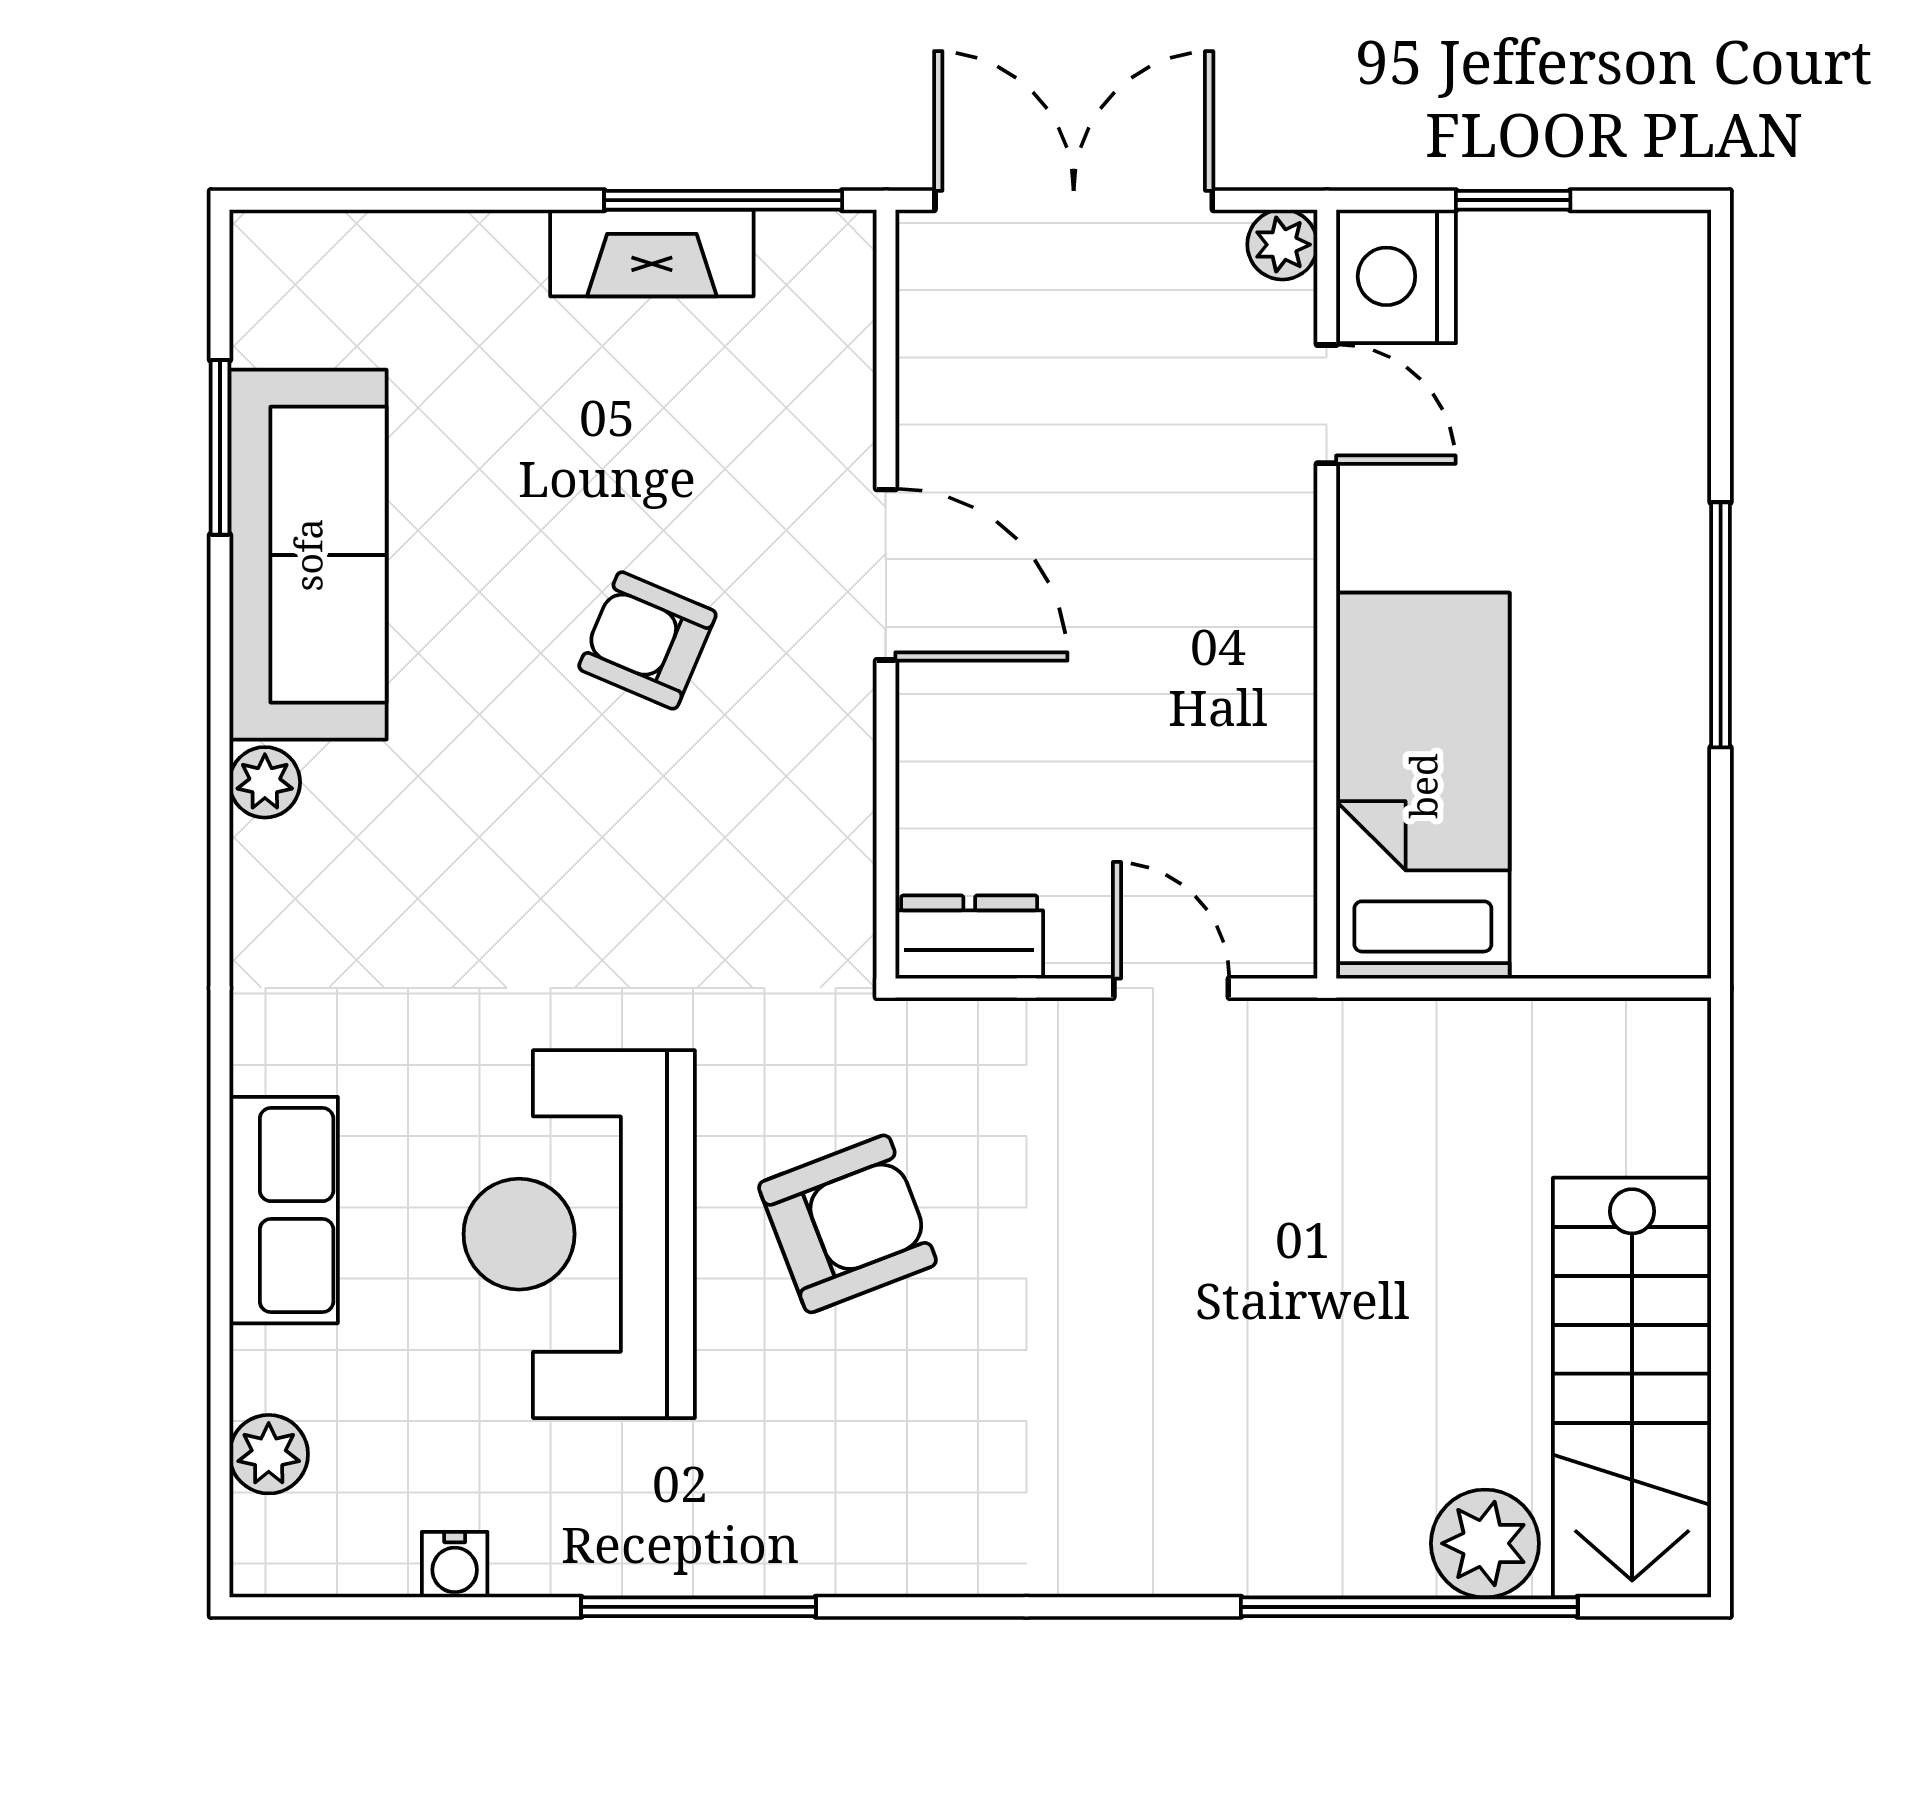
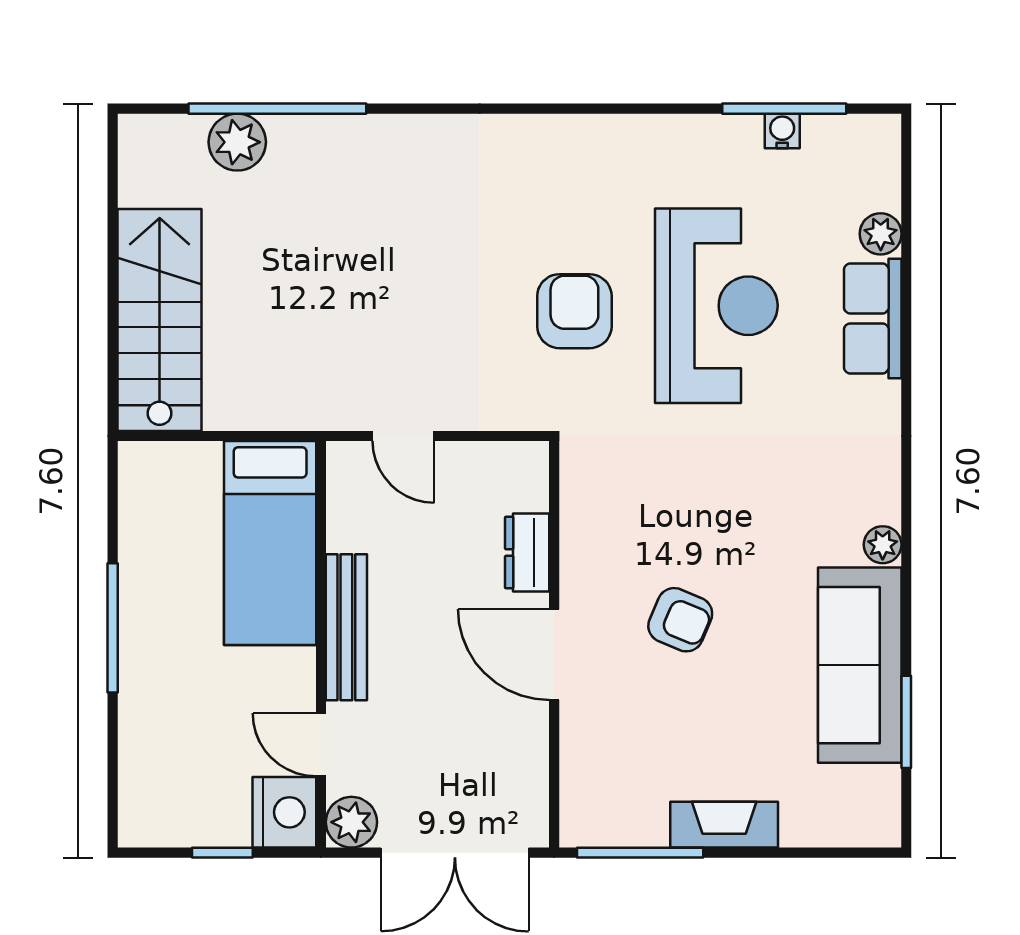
plant: (1282, 245) -> (351, 822), width x1.38, depth x1.38
fireplace: (652, 253) -> (724, 825), moved
bench: (1279, 626) -> (346, 627), added
dresser: (969, 937) -> (527, 553), moved, turned 90
armchair: (847, 1224) -> (574, 311), turned 111
stairs: (1632, 1388) -> (160, 320), moved
plant: (269, 1454) -> (881, 234), moved
window: (698, 1607) -> (784, 109), moved

